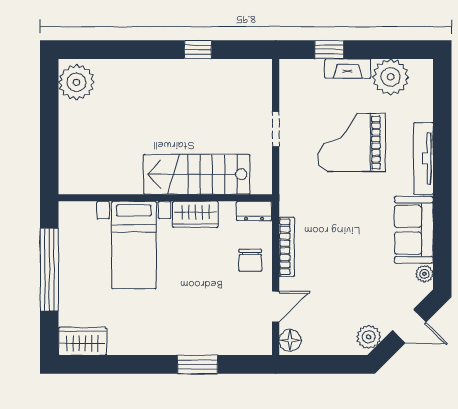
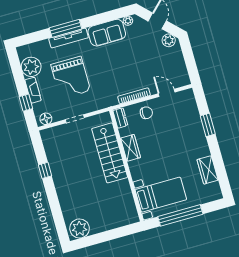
window: (442, 158) -> (66, 28), added
bed with nightstands: (134, 245) -> (161, 195), moved
floor lamp: (290, 340) -> (46, 119), moved
wardrobe: (82, 341) -> (208, 170), moved

